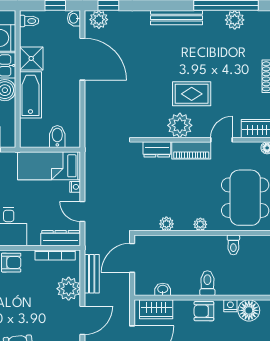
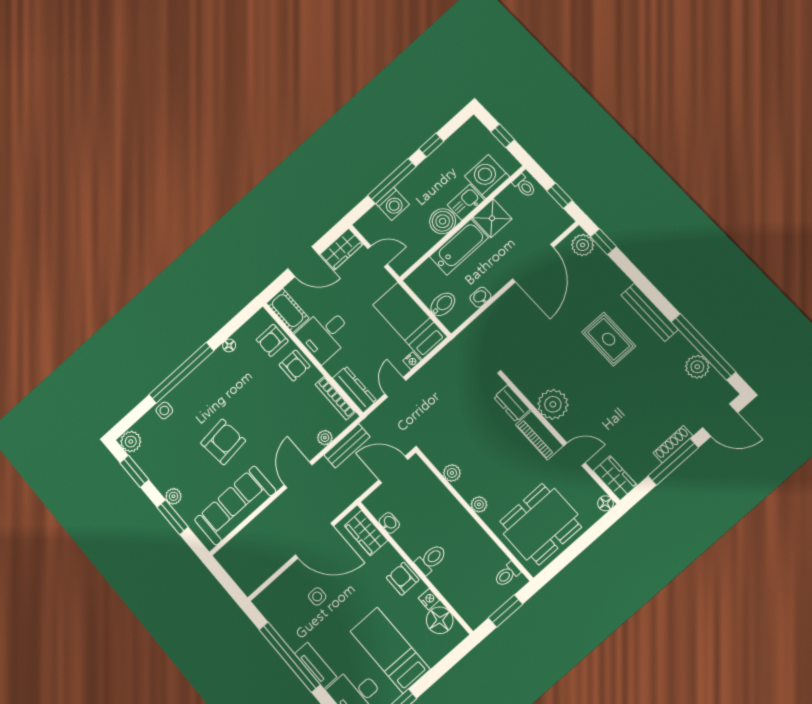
washbasin: (74, 18) -> (480, 297), moved
rug: (192, 94) -> (609, 339), moved
toilet: (233, 245) -> (507, 574), moved
plant: (69, 289) -> (325, 438), width x0.53, depth x0.53
door: (82, 320) -> (298, 475), swing flipped

